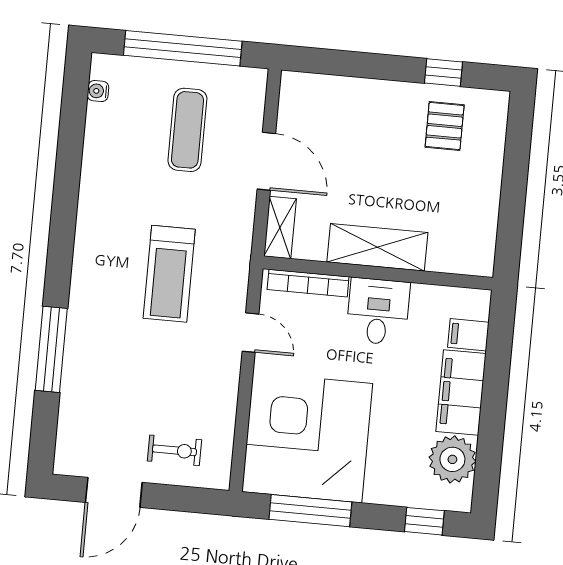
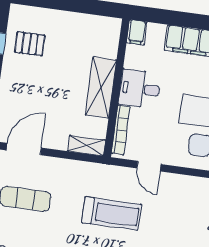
door: (266, 161) -> (24, 149), moved
door: (250, 333) -> (149, 166), swing flipped
filing cabinet: (468, 335) -> (137, 32), moved

